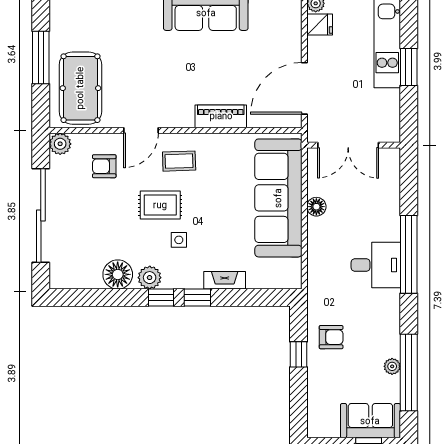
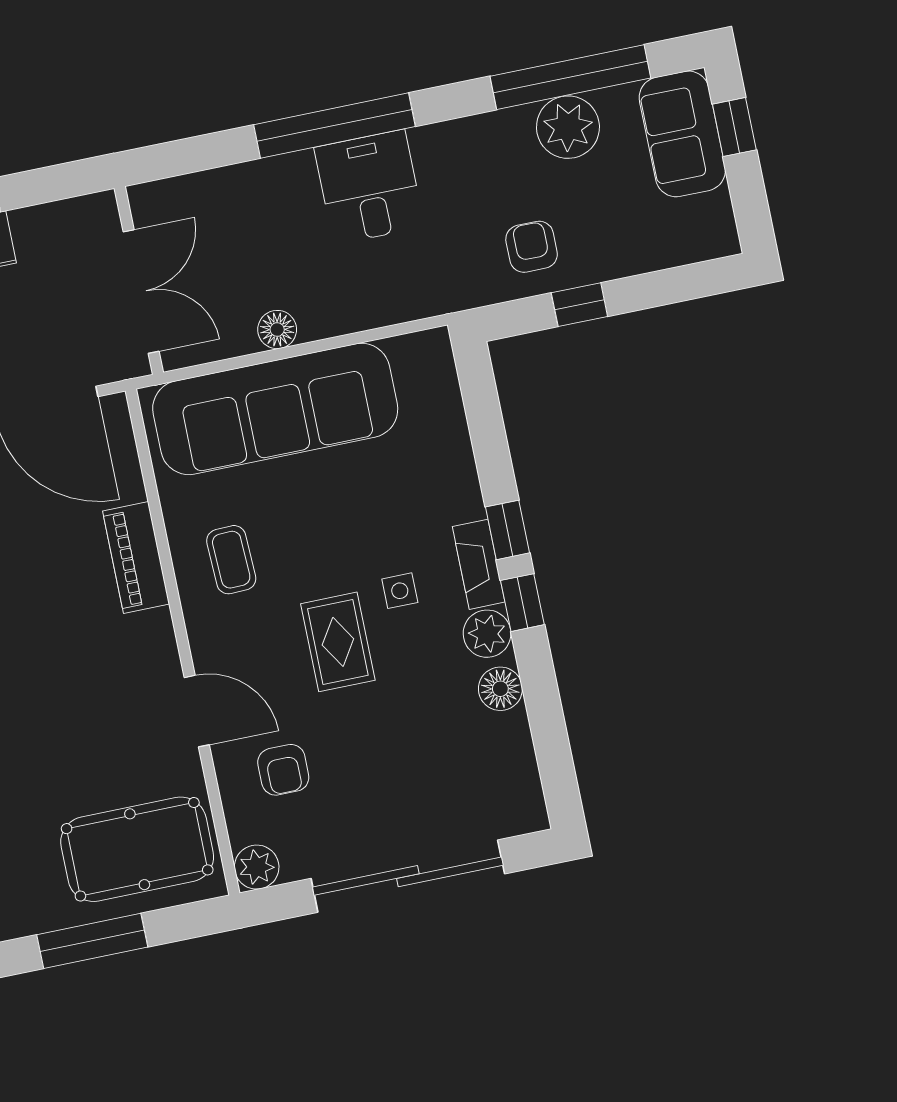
coffee table: (179, 161) -> (231, 560), moved
floor lamp: (118, 274) -> (500, 689), width x0.73, depth x0.73
fireplace: (225, 280) -> (479, 564), moved
plant: (392, 366) -> (568, 127), width x1.87, depth x1.87

